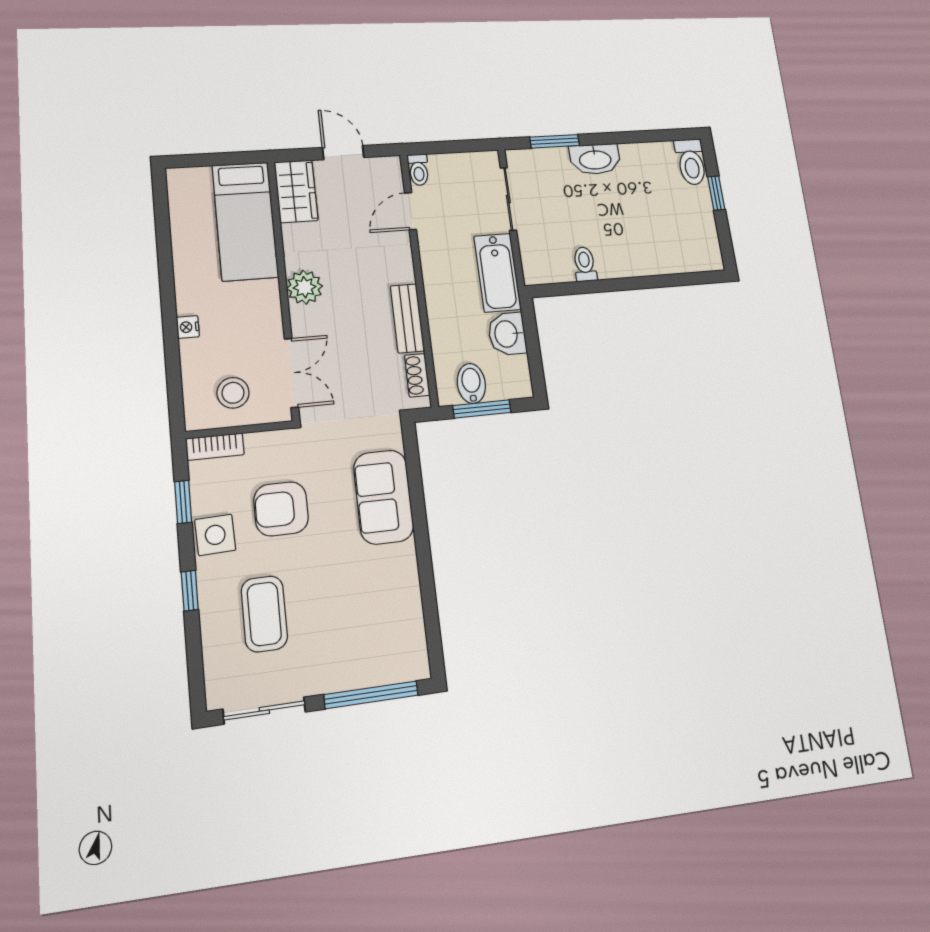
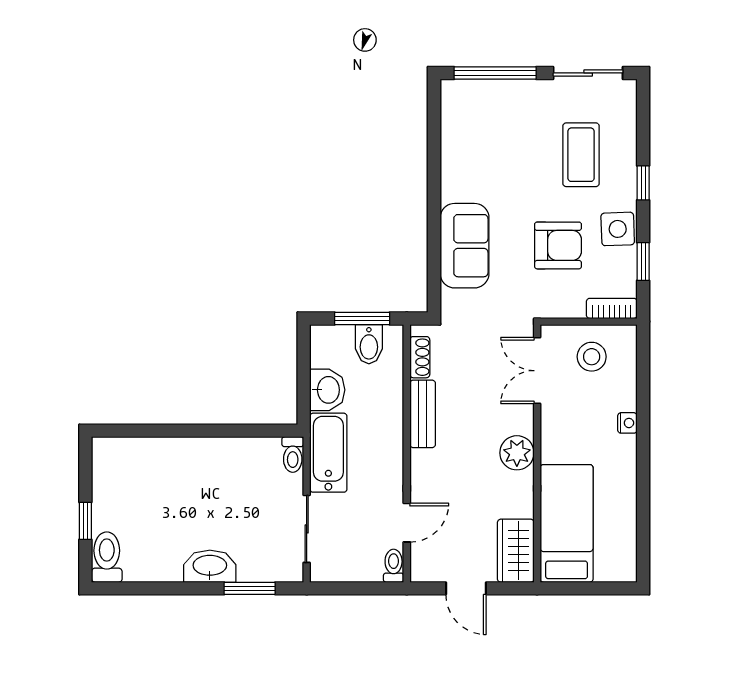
toilet: (585, 264) -> (293, 455), moved

